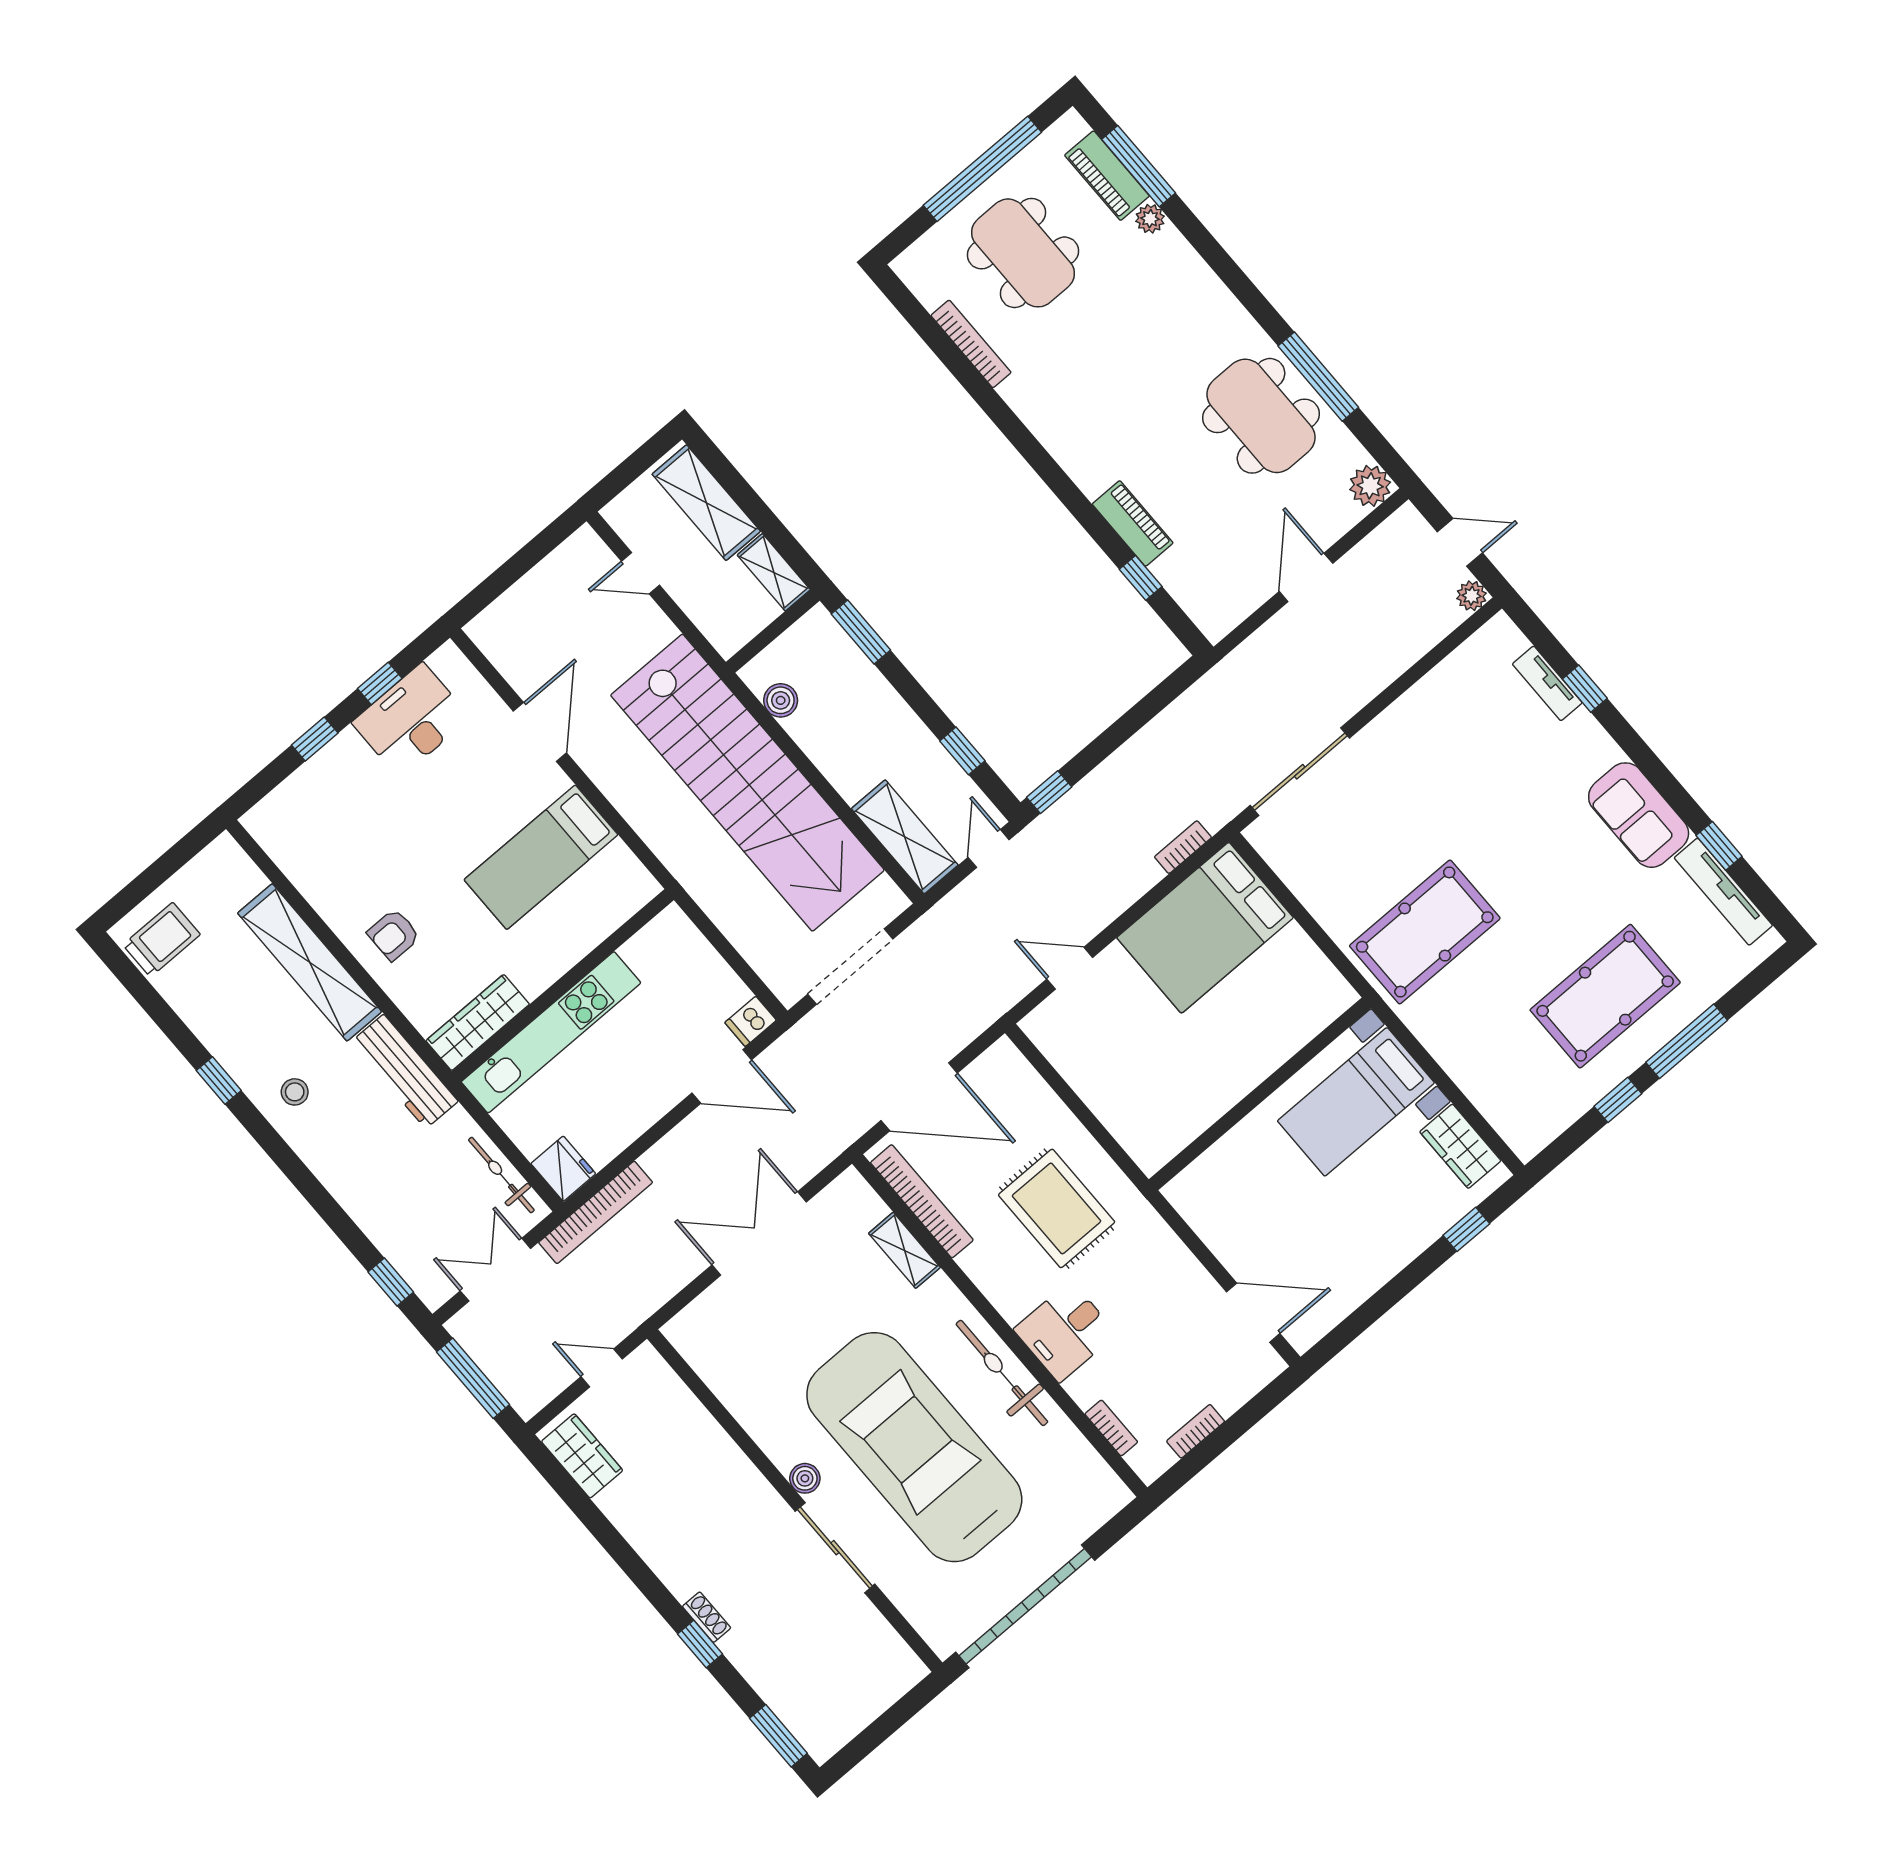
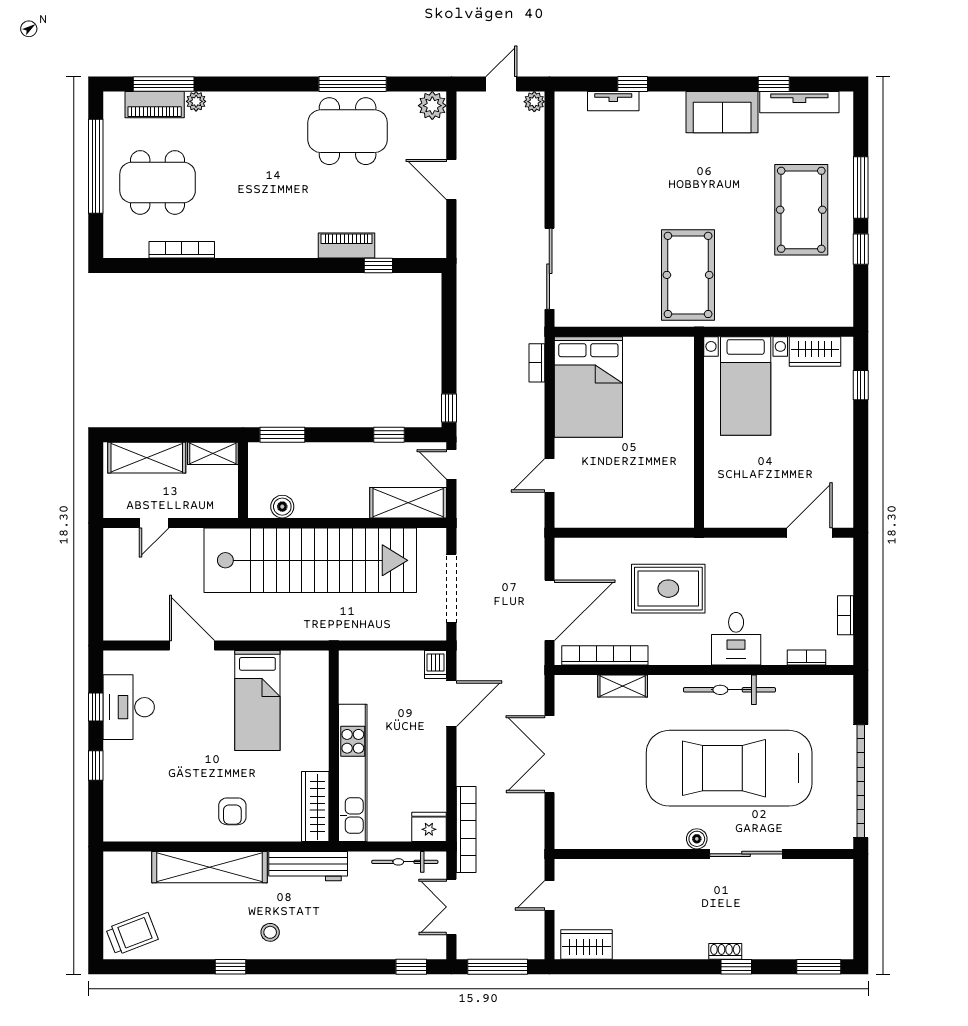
trolley: (162, 940) -> (132, 934), turned 69

